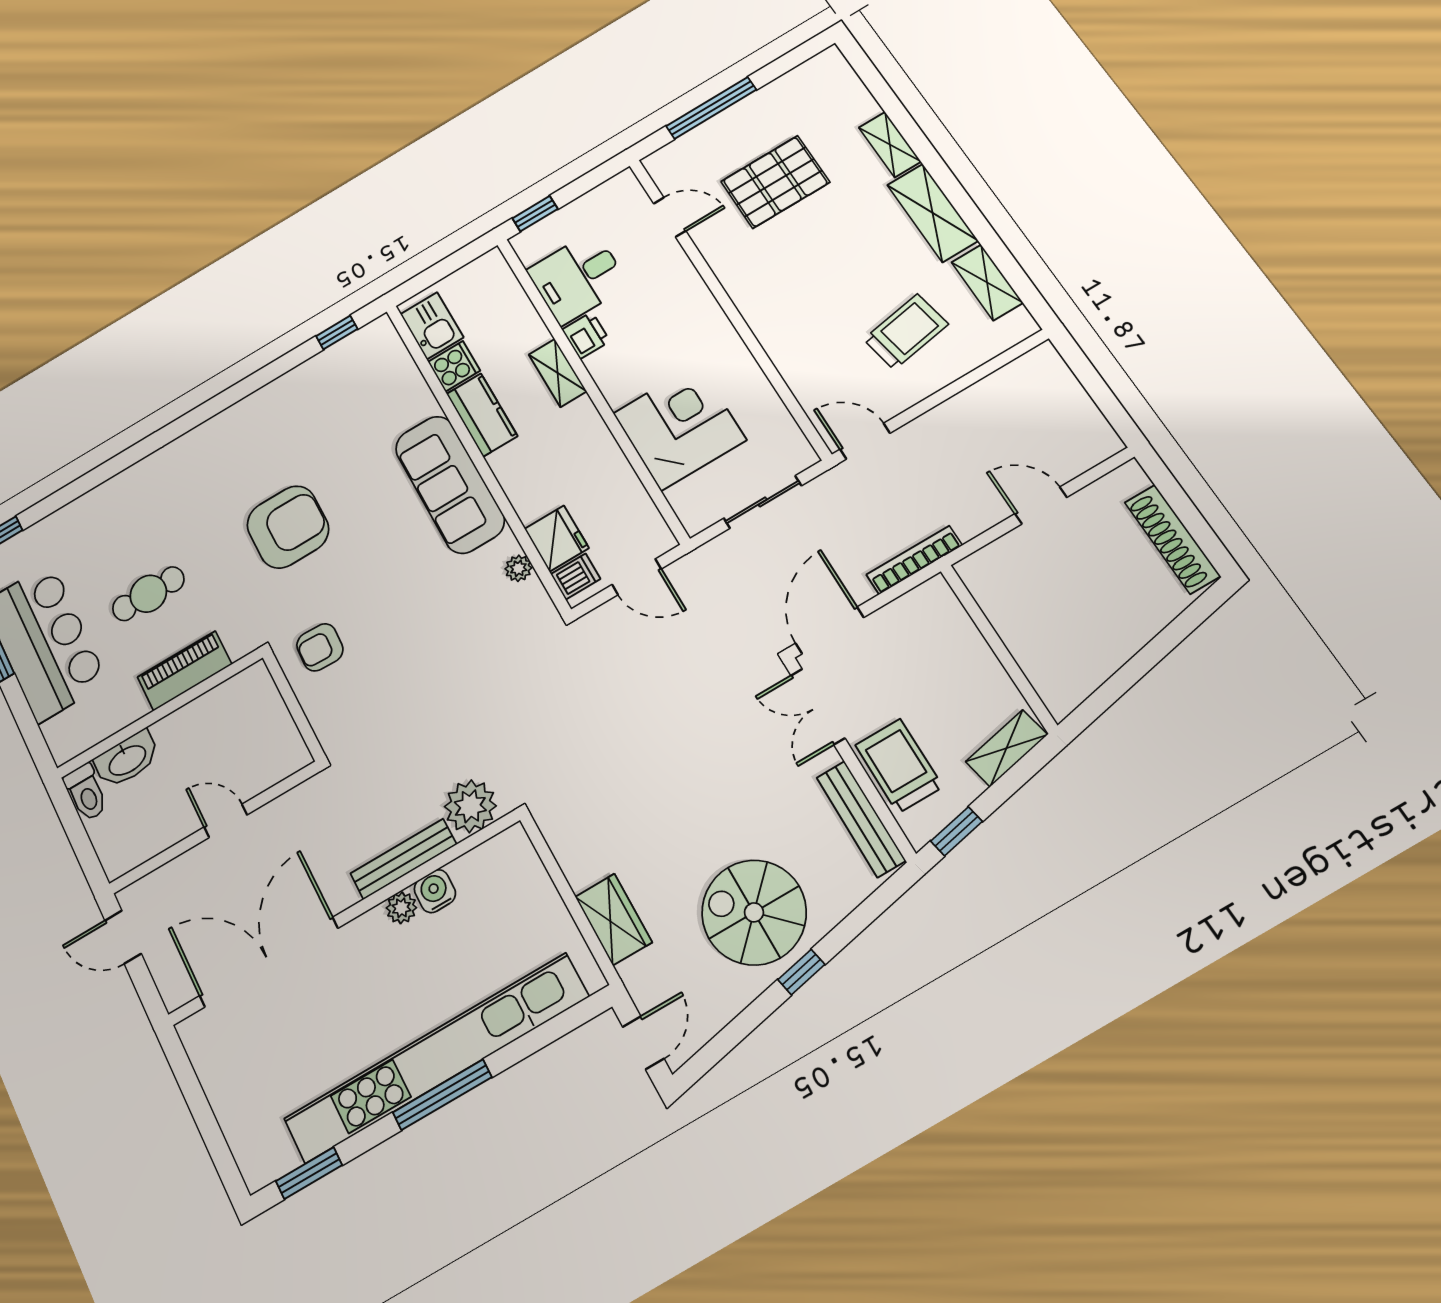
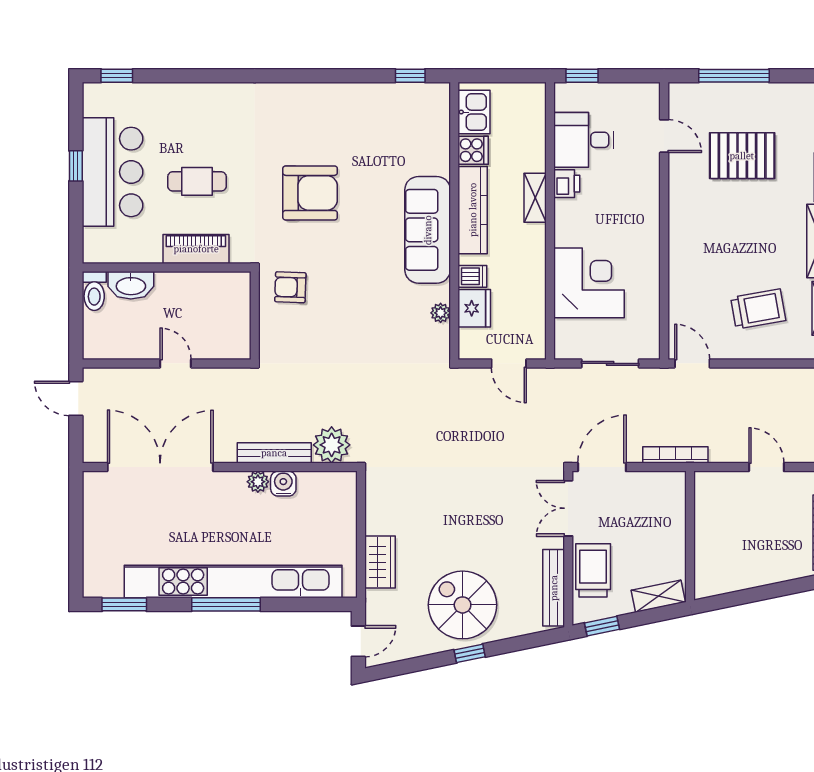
kitchen counter: (482, 415) -> (473, 210), width x1.50
dishwasher: (576, 577) -> (472, 276), moved

